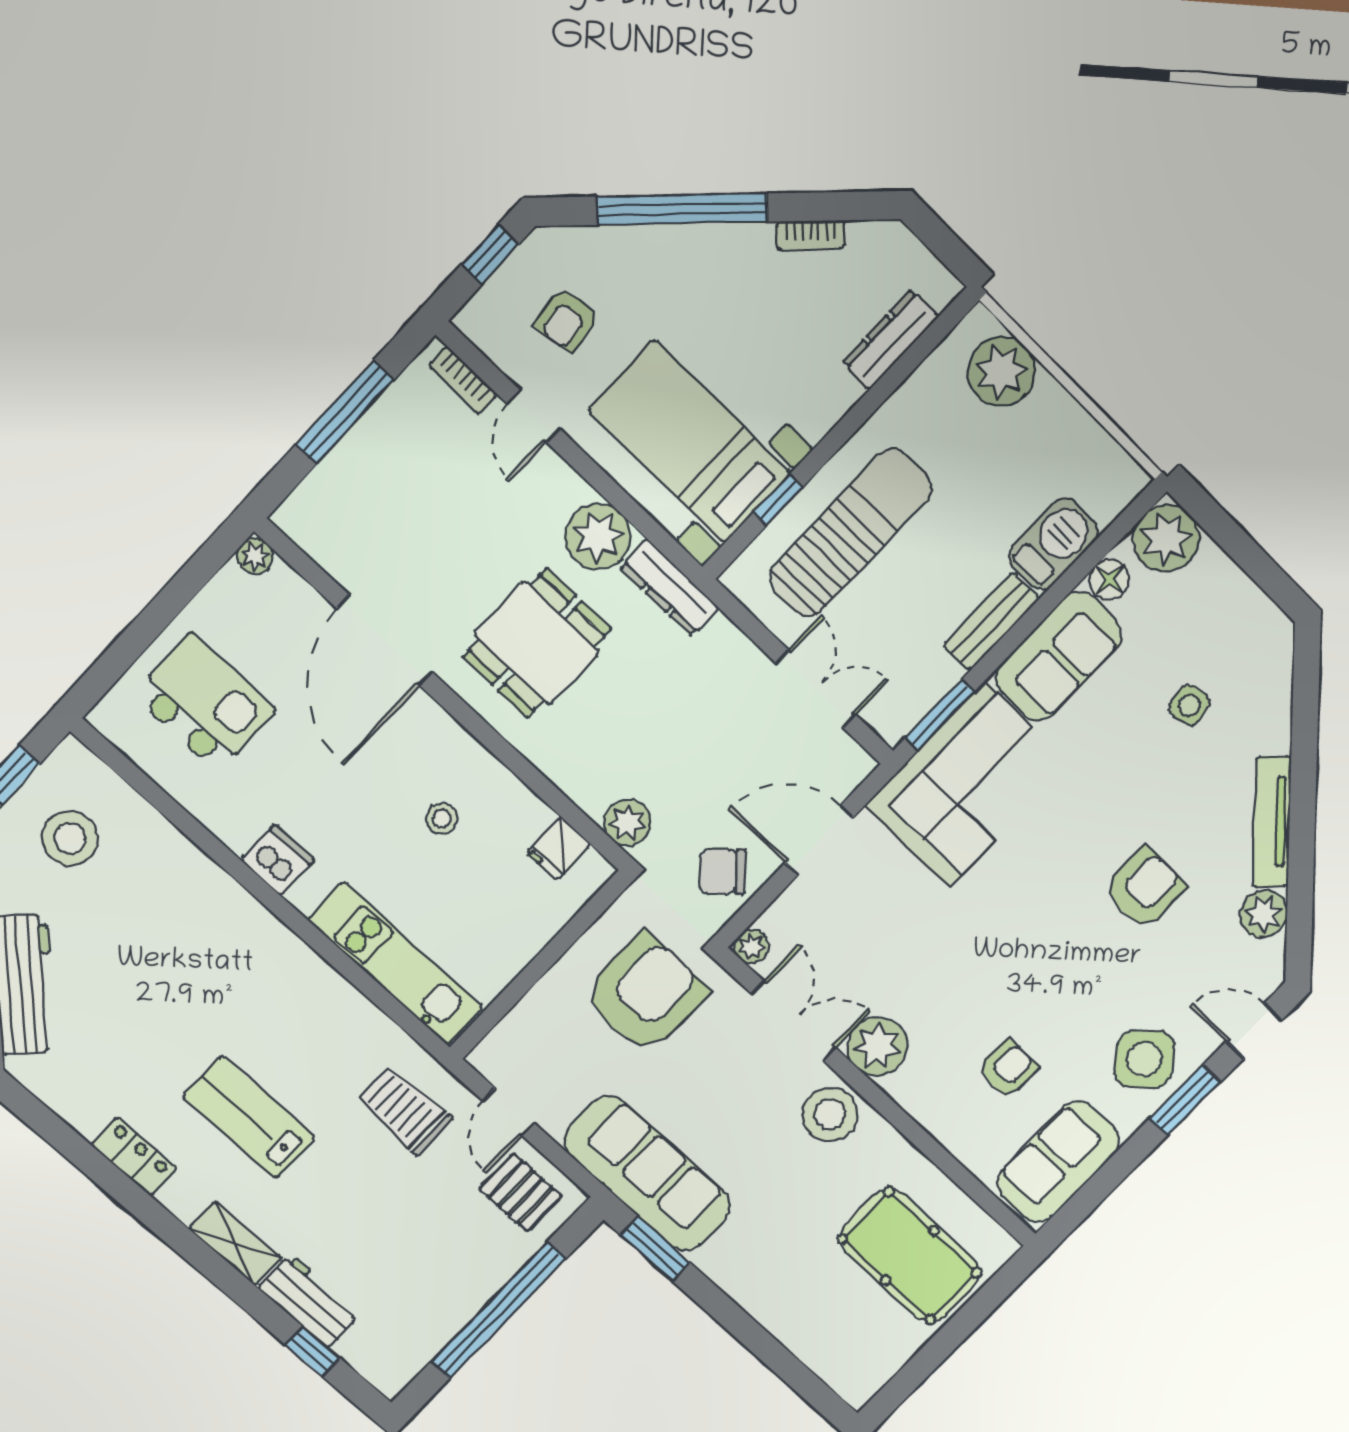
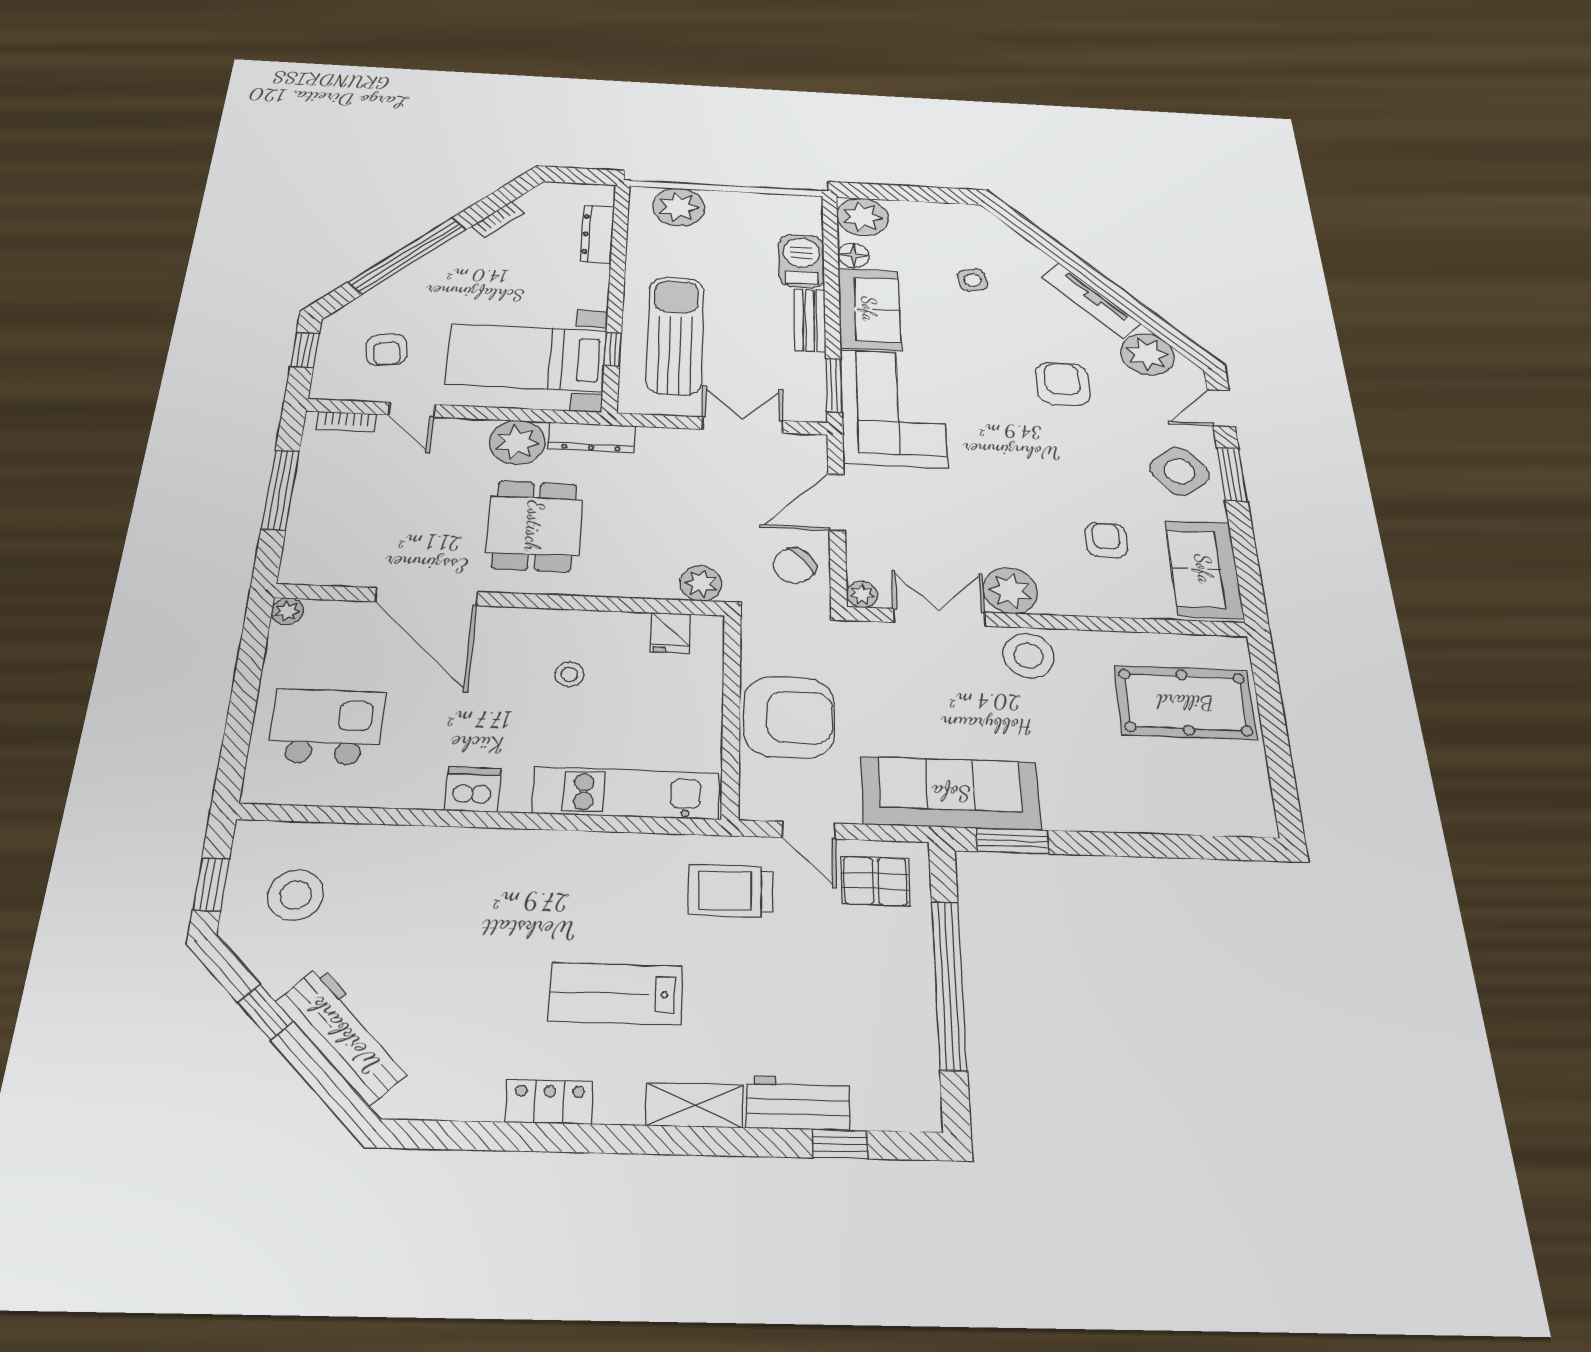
plant: (1264, 914) -> (1147, 354), width x1.36, depth x1.36
armchair: (645, 994) -> (789, 717), moved, turned 90

